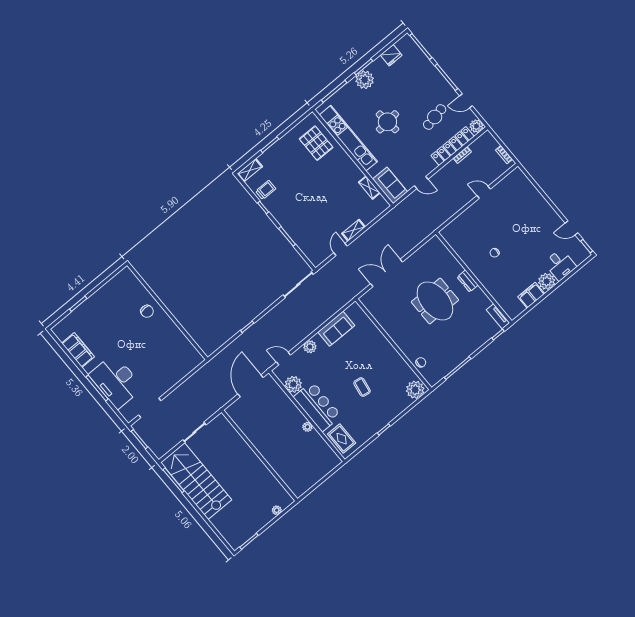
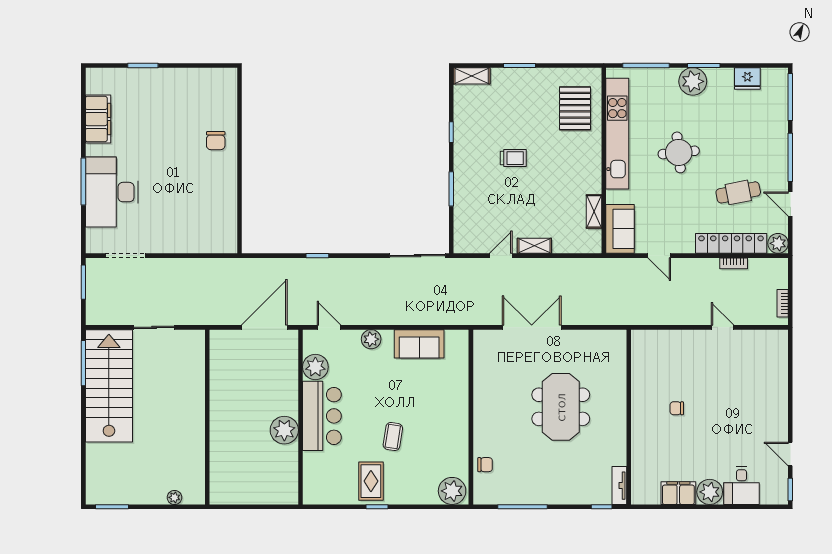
trolley: (266, 190) -> (513, 158), moved
dresser: (468, 281) -> (618, 415), removed
plant: (307, 427) -> (284, 430), width x1.88, depth x1.88
rug: (342, 439) -> (371, 481), moved

